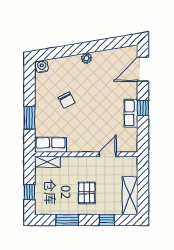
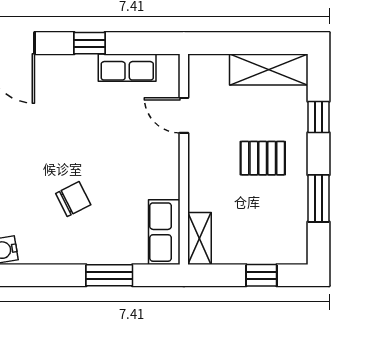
row of seats: (131, 113) -> (127, 68), moved

